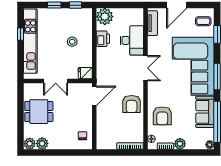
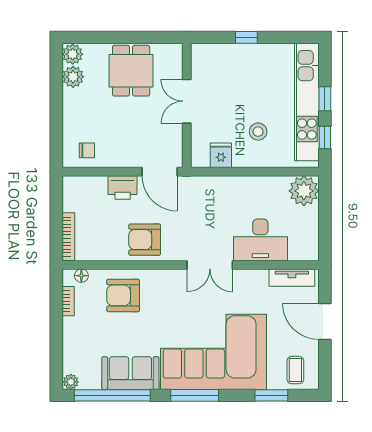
window: (20, 34) -> (246, 37), moved
printer: (103, 39) -> (123, 187), moved
kitchen unit: (30, 41) -> (307, 102), moved, turned 90
fridge: (85, 73) -> (221, 155), moved
plant: (180, 144) -> (72, 328), removed

